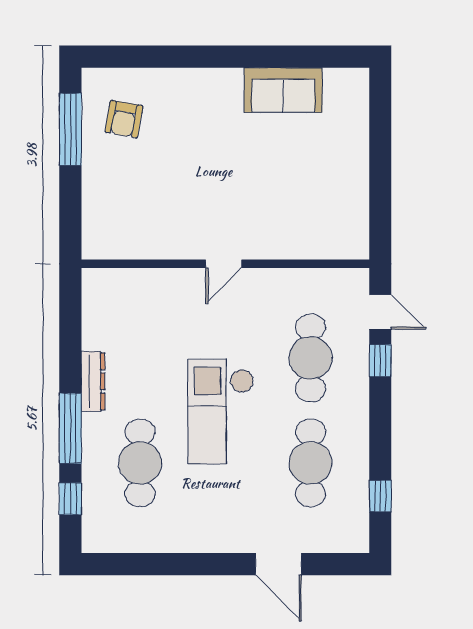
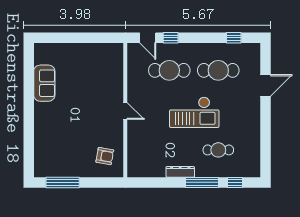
armchair: (124, 119) -> (105, 156), moved
door: (380, 312) -> (148, 38), swing flipped
cafe table: (140, 463) -> (218, 150), width x0.73, depth x0.74

